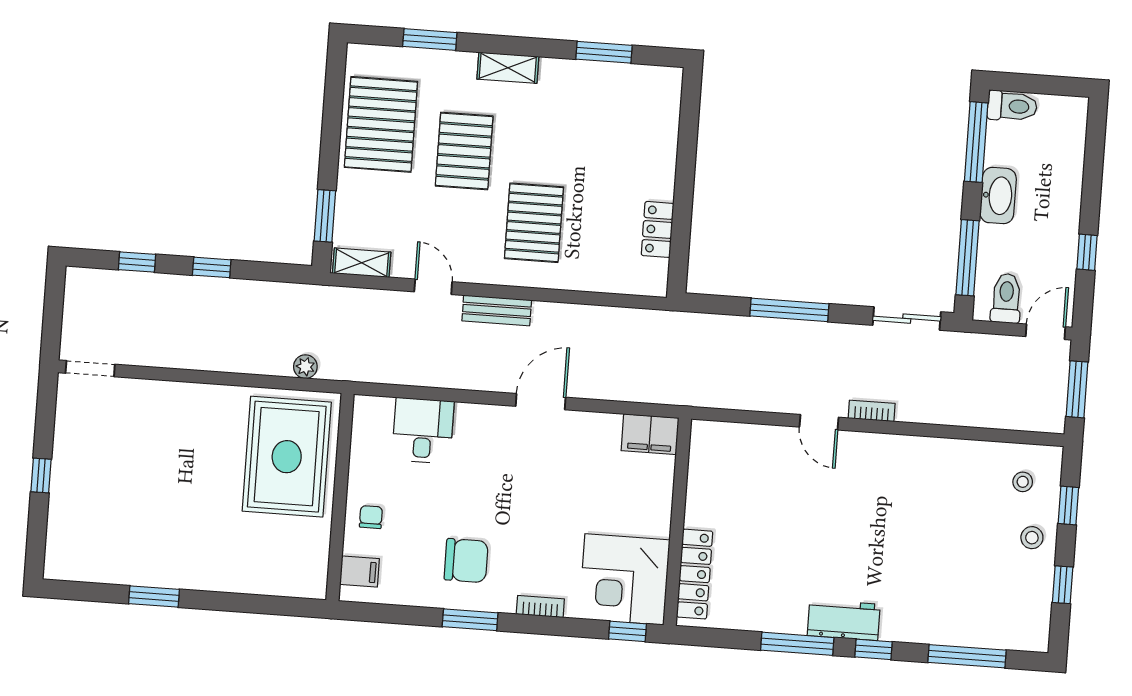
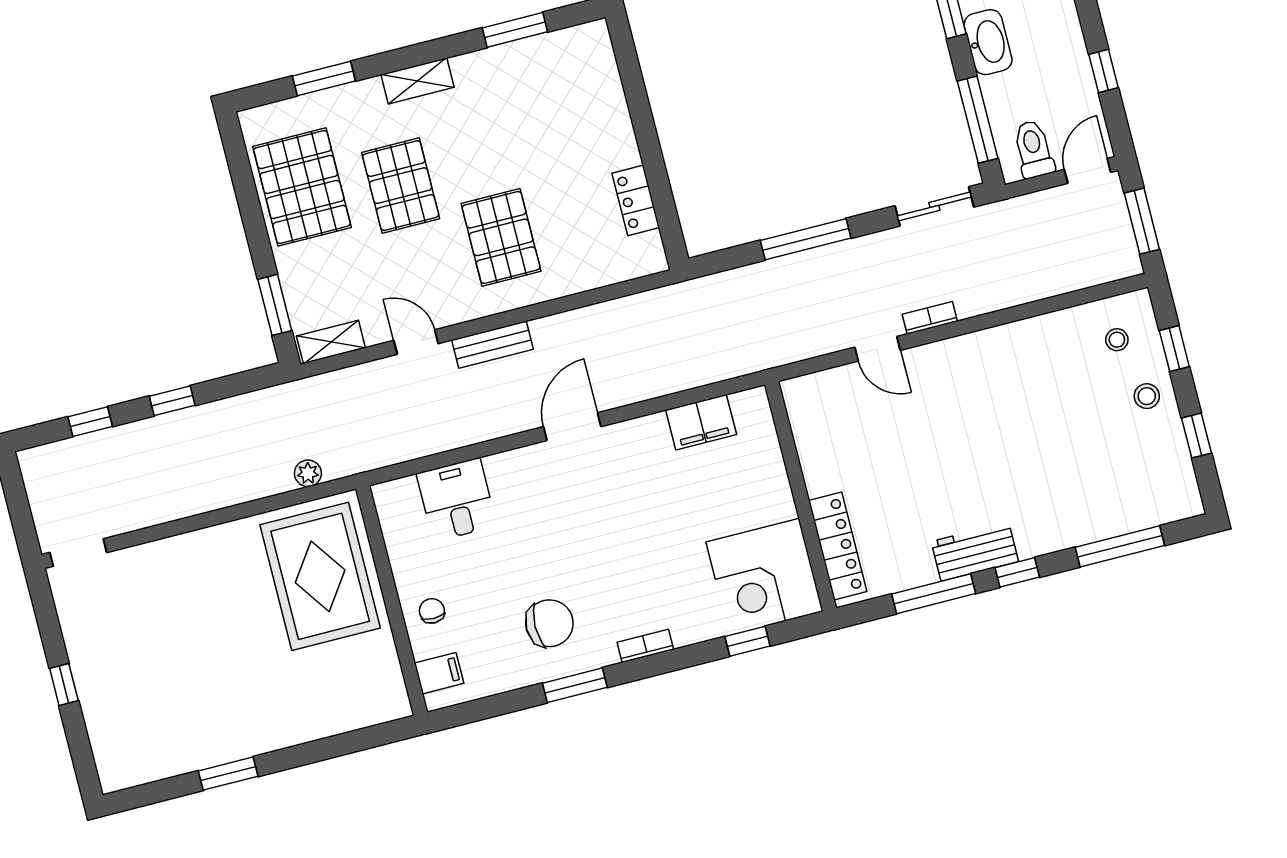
wall: (677, 522) -> (801, 496), moved
locker: (695, 574) -> (838, 546), moved
corner desk: (624, 579) -> (764, 577), moved

